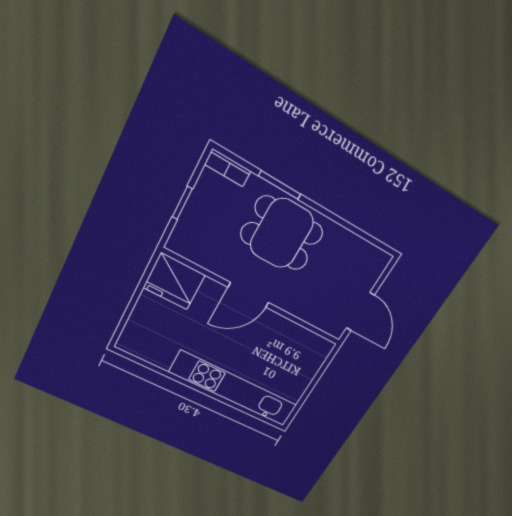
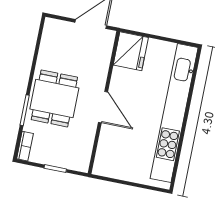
fridge: (174, 281) -> (131, 51), moved
kitchen unit: (234, 389) -> (174, 113), width x1.36

